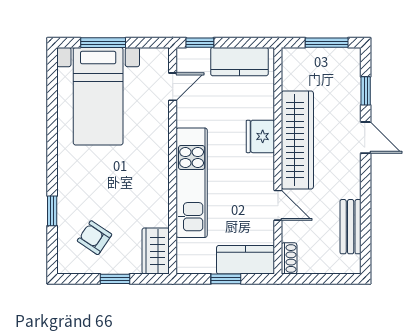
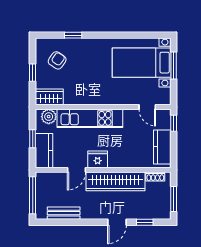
fridge: (260, 136) -> (98, 159), moved
plant: (189, 252) -> (49, 117), added
shoe rack: (289, 258) -> (155, 177), moved
window: (320, 279) -> (33, 195), added

